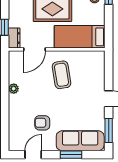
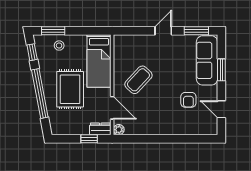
coffee table: (62, 75) -> (138, 80), turned -38
plant: (14, 89) -> (119, 130), moved

